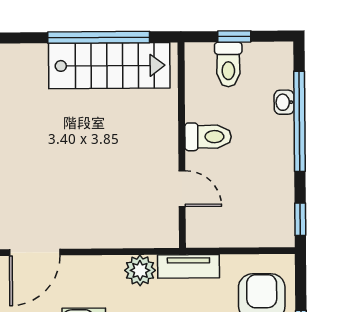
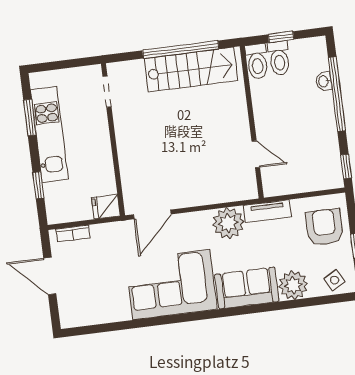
toilet: (208, 137) -> (257, 61), moved, turned 90
plant: (140, 270) -> (228, 223), width x1.36, depth x1.36

